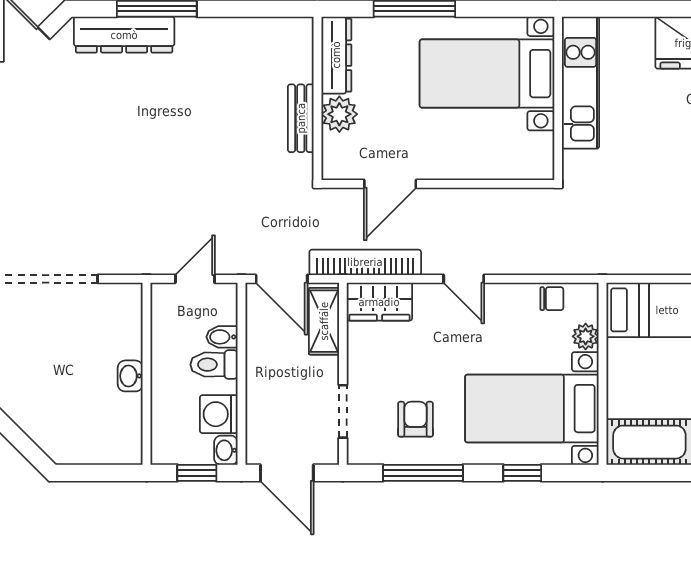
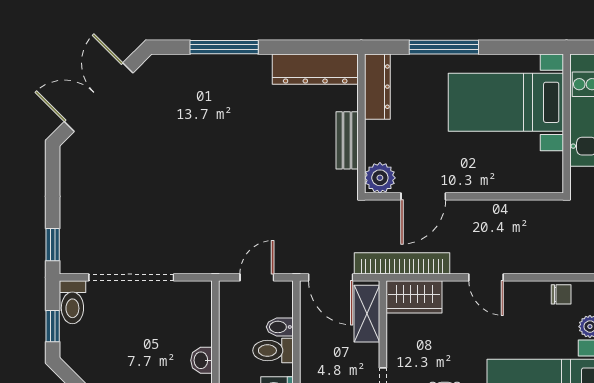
dresser: (124, 35) -> (315, 69), moved
plant: (339, 114) -> (380, 178), moved

